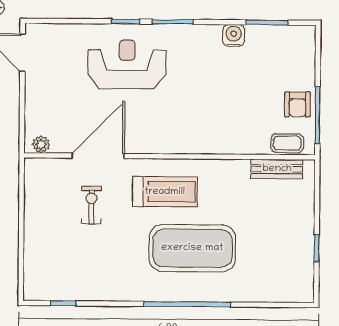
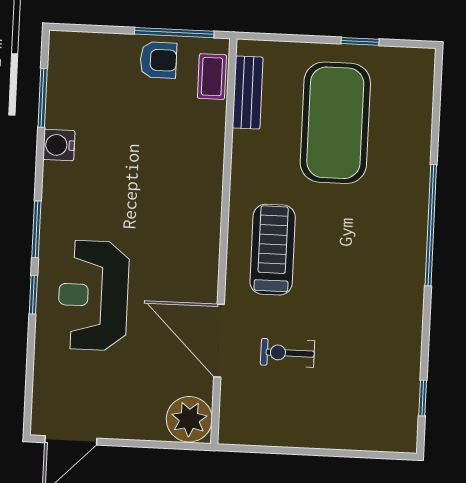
plant: (41, 144) -> (189, 419), width x1.88, depth x1.88
exercise mat: (192, 248) -> (335, 123), moved

